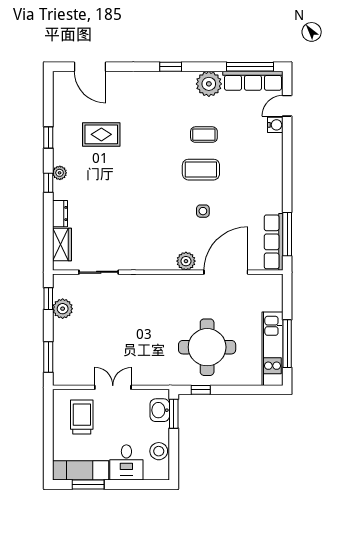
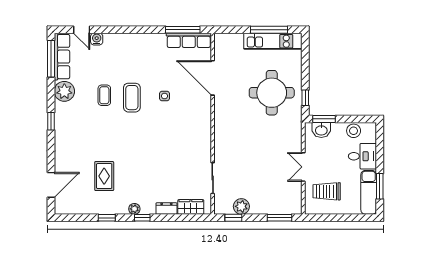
plant: (186, 261) -> (204, 109), removed

